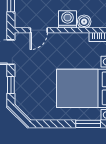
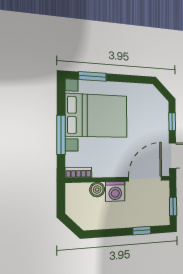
door: (39, 30) -> (145, 179), width x1.87

